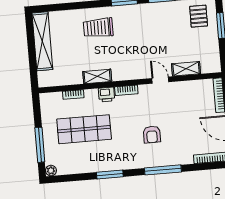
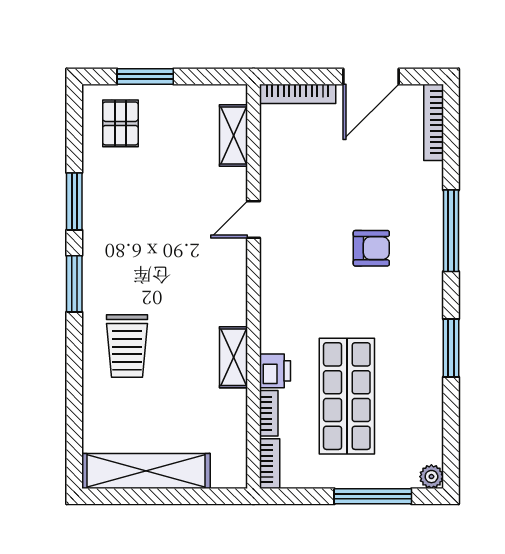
pallet: (199, 16) -> (120, 123), turned 90
shelving: (186, 69) -> (233, 135), moved
bookcase: (126, 90) -> (270, 464), moved
printer: (106, 94) -> (275, 371), moved

